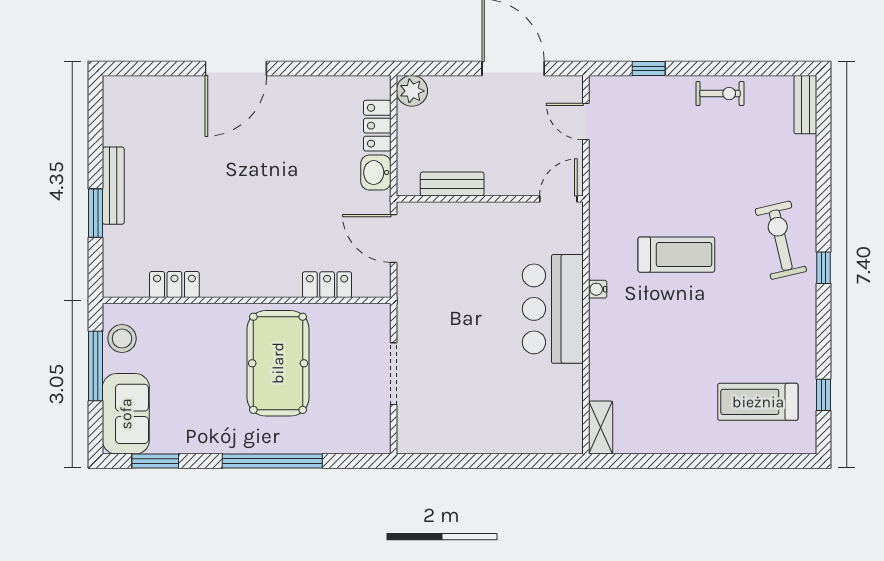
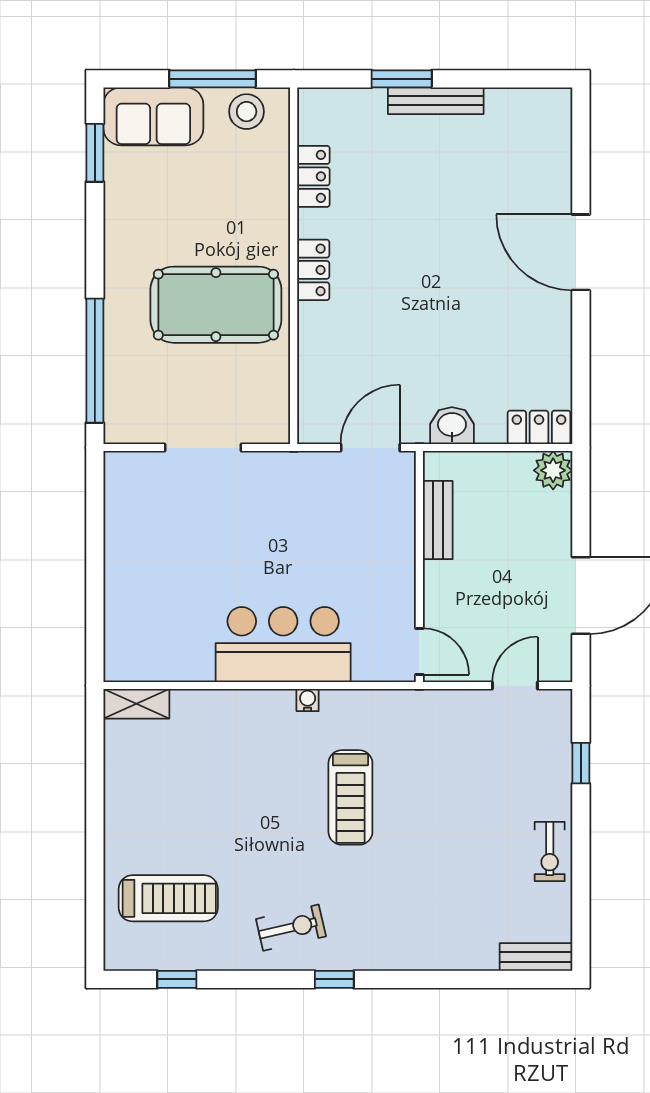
locker: (377, 126) -> (539, 427), moved
exercise bike: (781, 240) -> (291, 928), moved, width x0.73, depth x0.72
locker: (327, 285) -> (313, 270), moved
treadmill: (758, 402) -> (168, 898), turned 90
window: (272, 461) -> (95, 361), moved

